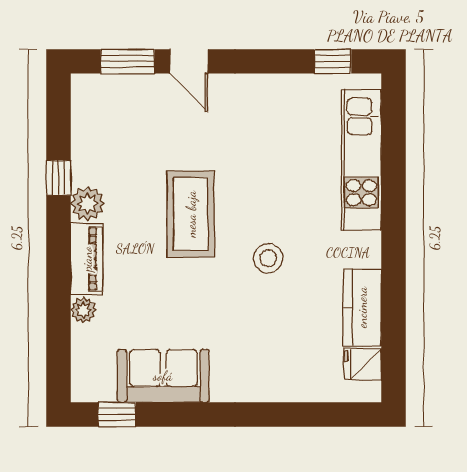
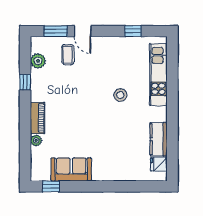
window: (333, 61) -> (133, 31), moved
plant: (88, 204) -> (38, 61), moved
coffee table: (191, 214) -> (68, 55), moved, width x0.54, depth x0.58
stool: (268, 258) -> (120, 95), moved

